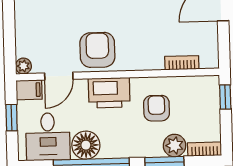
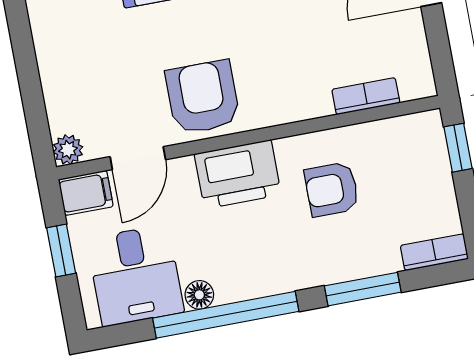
armchair: (157, 108) -> (332, 189), turned -90
floor lamp: (86, 145) -> (199, 295), width x0.53, depth x0.53
plant: (175, 145) -> (377, 254), removed

